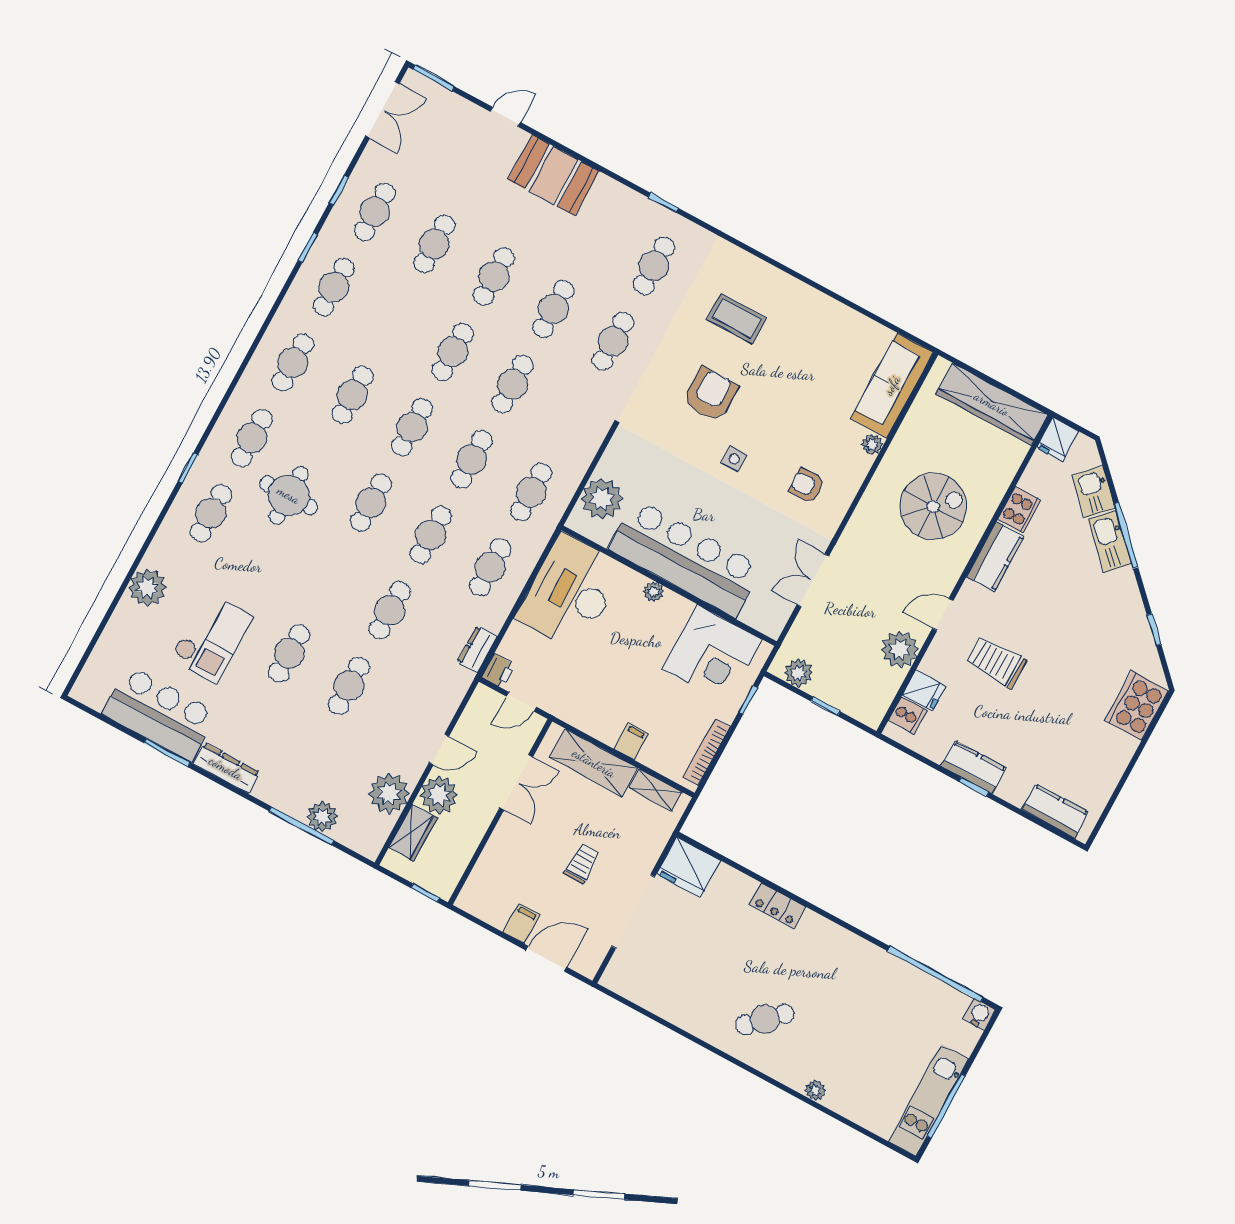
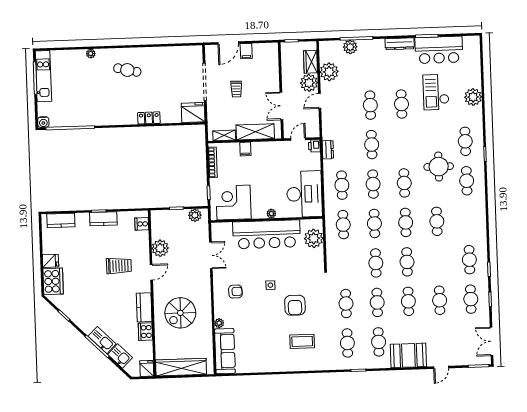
cafe table: (293, 363) -> (379, 342), moved
fridge: (924, 690) -> (51, 261), moved, turned 180
cafe table: (765, 1019) -> (127, 70), turned 57

